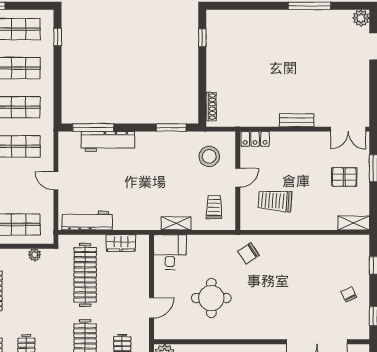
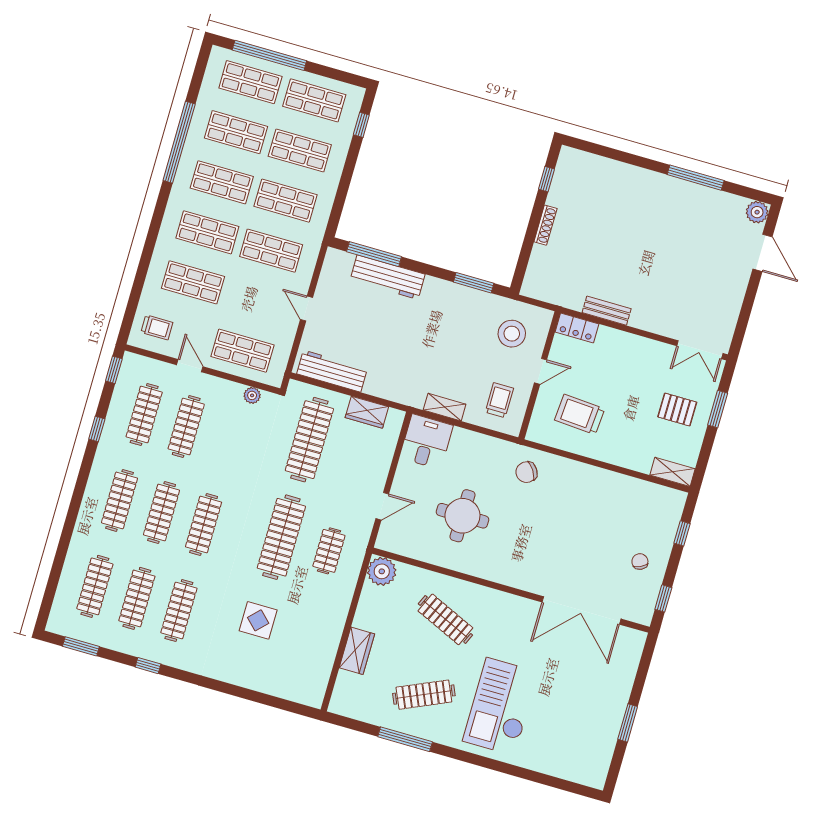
shoe rack: (211, 107) -> (545, 225), moved
bench: (297, 120) -> (607, 311), moved

